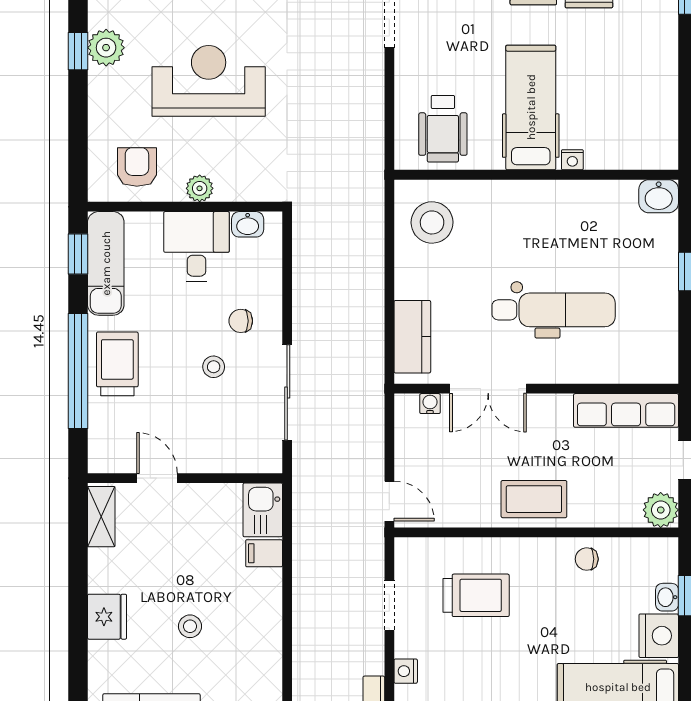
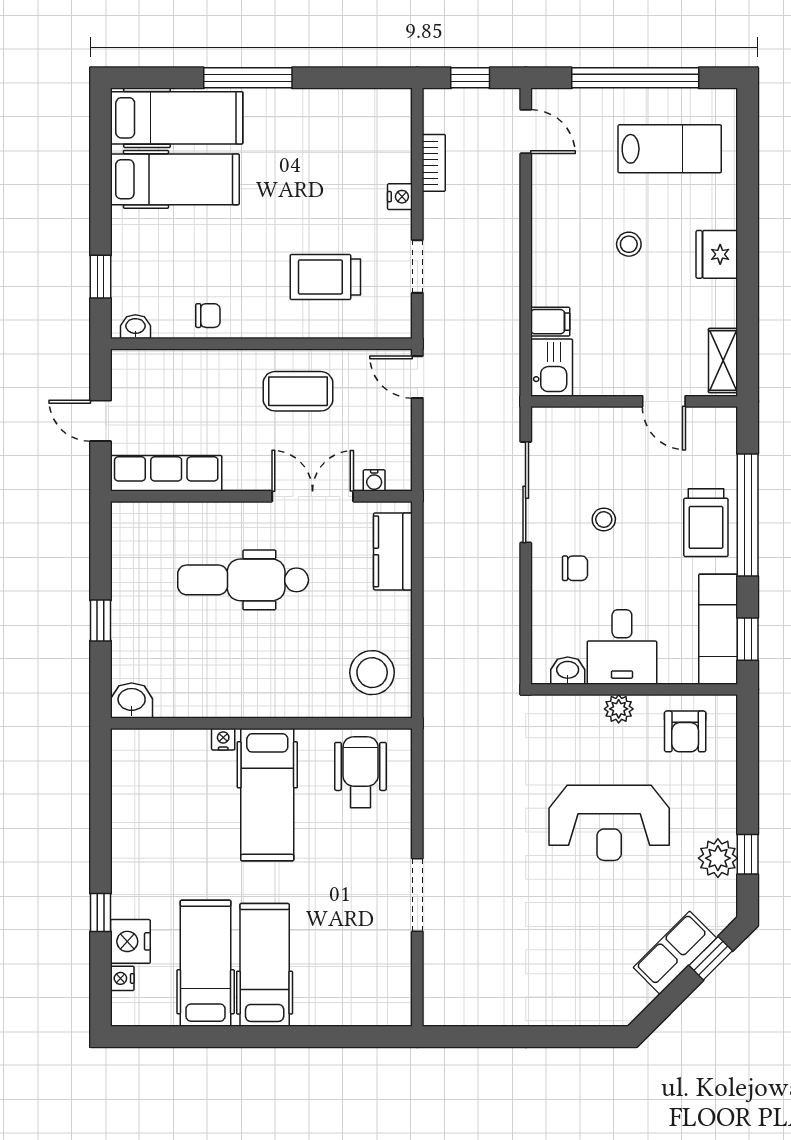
coffee table: (534, 499) -> (298, 391), moved
plant: (661, 510) -> (129, 368), removed
washbasin: (667, 597) -> (135, 327), moved, turned -90
nightstand: (659, 636) -> (132, 234), removed

